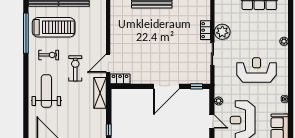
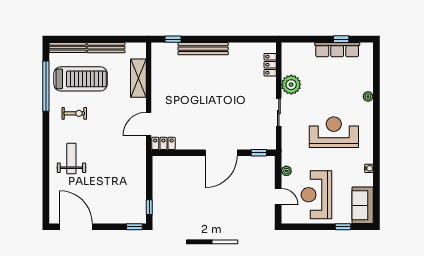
locker: (206, 30) -> (270, 65), moved
exercise bike: (75, 68) -> (108, 130), removed
weight bench: (46, 91) -> (71, 158), width x0.73, depth x0.75
shelving: (100, 93) -> (138, 78), moved

